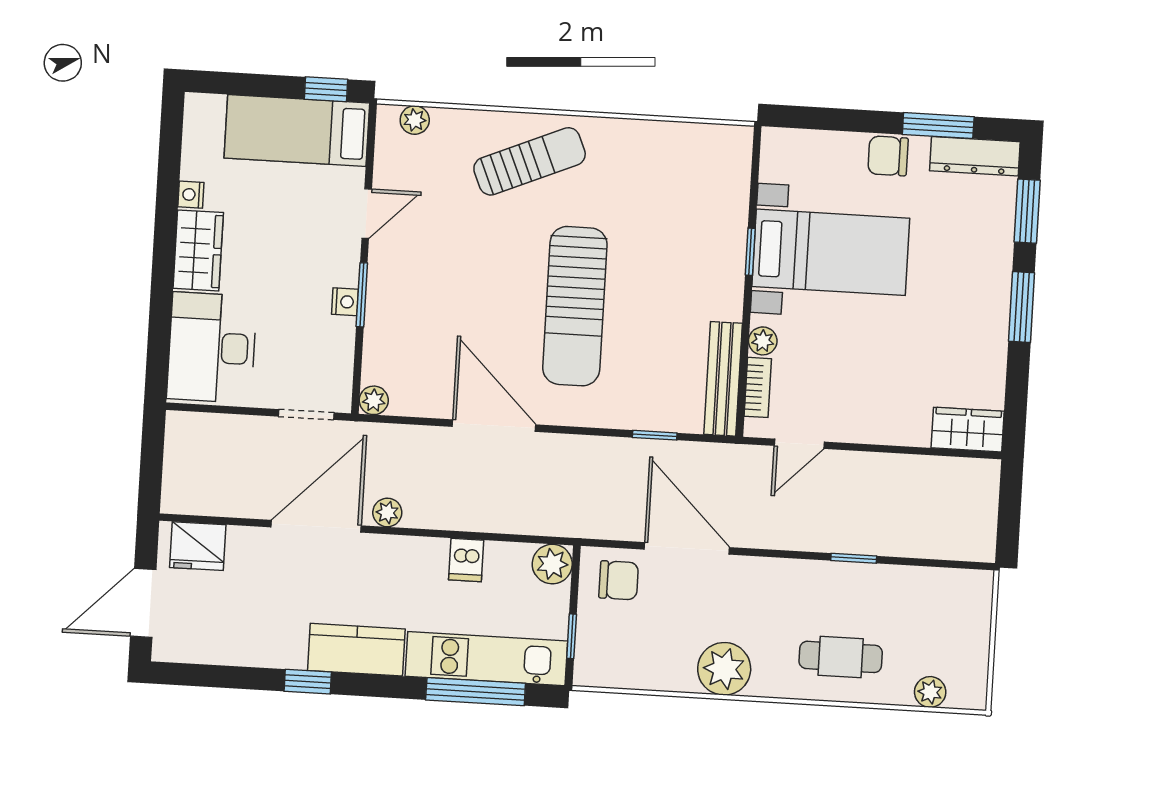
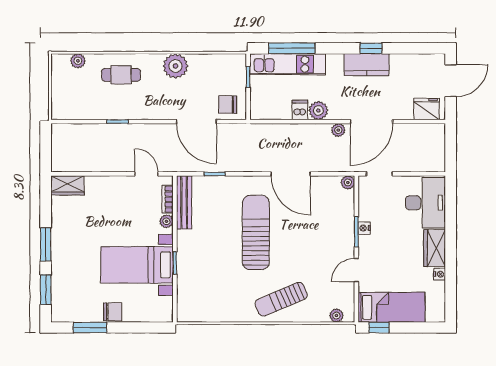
dresser: (975, 156) -> (72, 314), removed
door: (799, 444) -> (146, 174), hinge flipped
plant: (552, 564) -> (318, 110), moved
kitchen counter: (356, 650) -> (367, 65), moved

